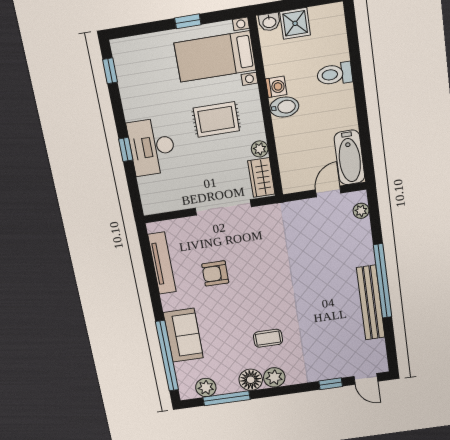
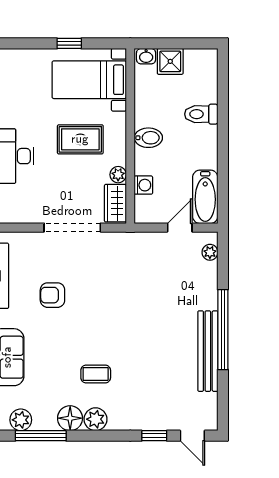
washing machine: (276, 87) -> (143, 185), moved

